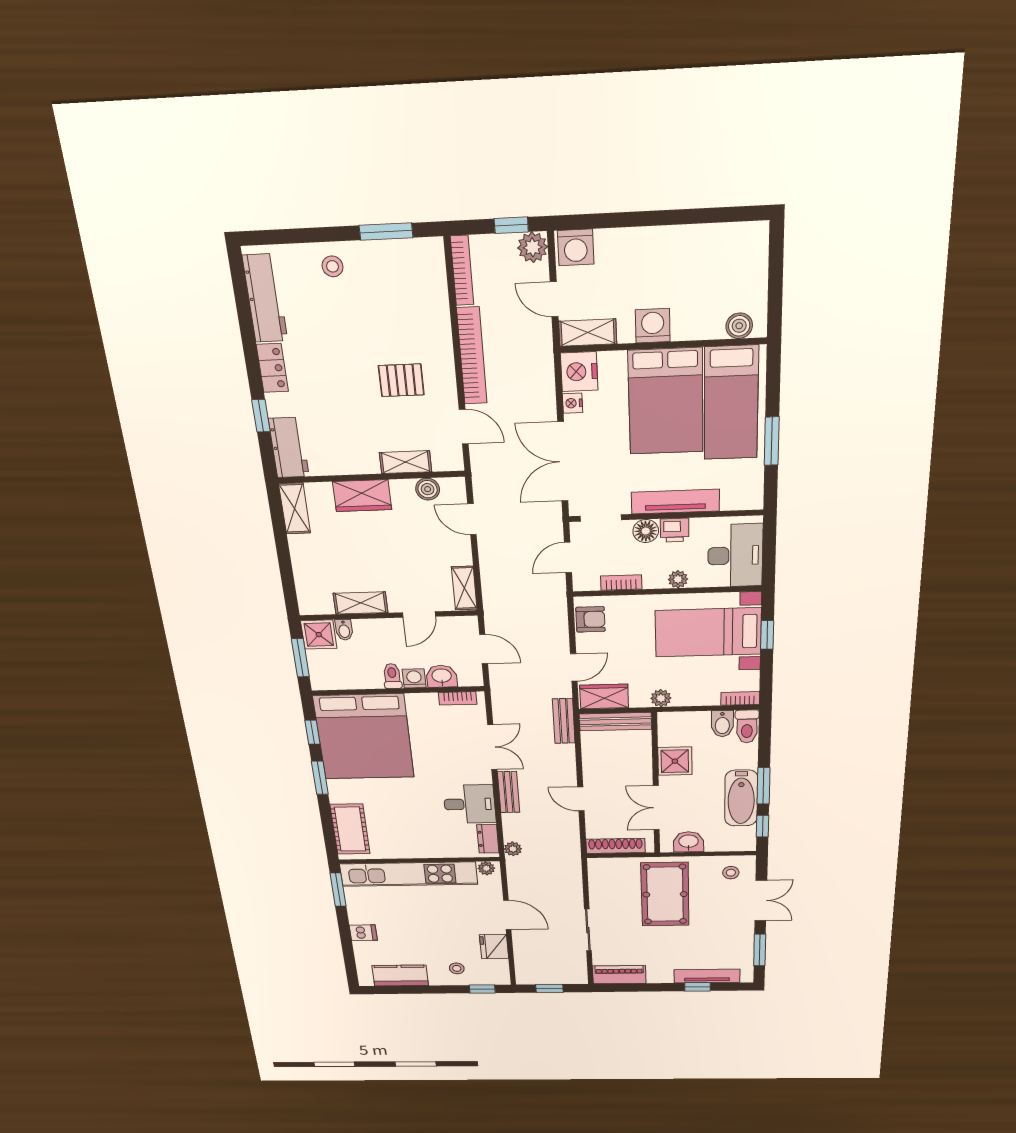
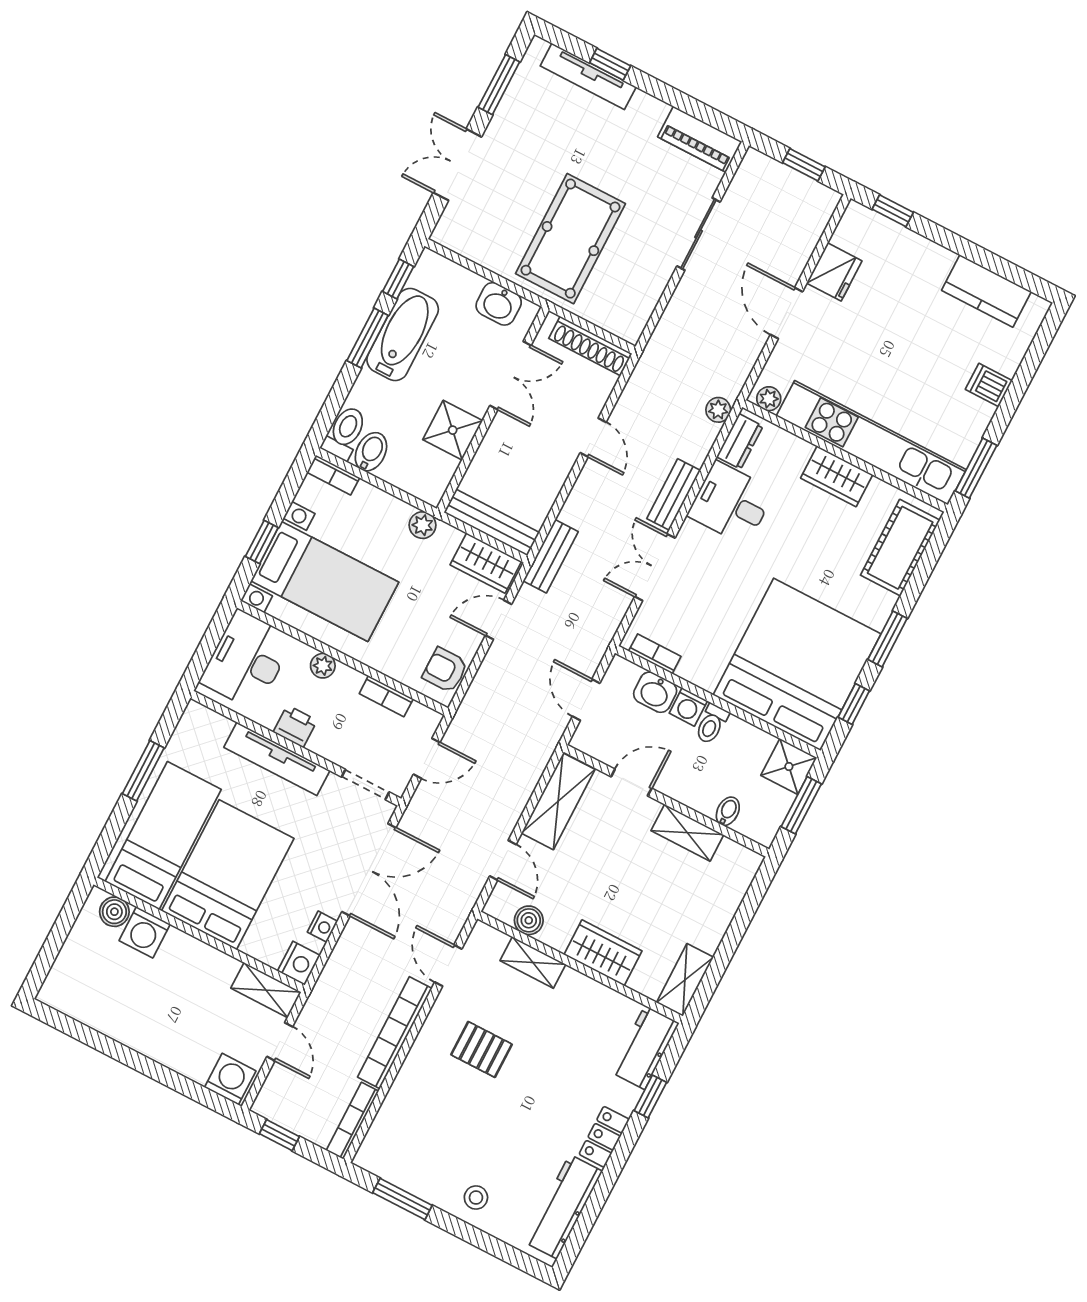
plant: (533, 247) -> (271, 1103), removed
washing machine: (653, 326) -> (145, 932), moved
nightstand: (579, 372) -> (299, 963), width x0.74, depth x0.75
floor lamp: (646, 531) -> (326, 742), removed
shelving: (464, 588) -> (558, 801), width x1.50, depth x1.33
shower: (319, 635) -> (789, 767), moved
wardrobe: (416, 848) -> (837, 476), added
stool: (731, 873) -> (472, 229), removed
stool: (457, 968) -> (905, 263), removed

